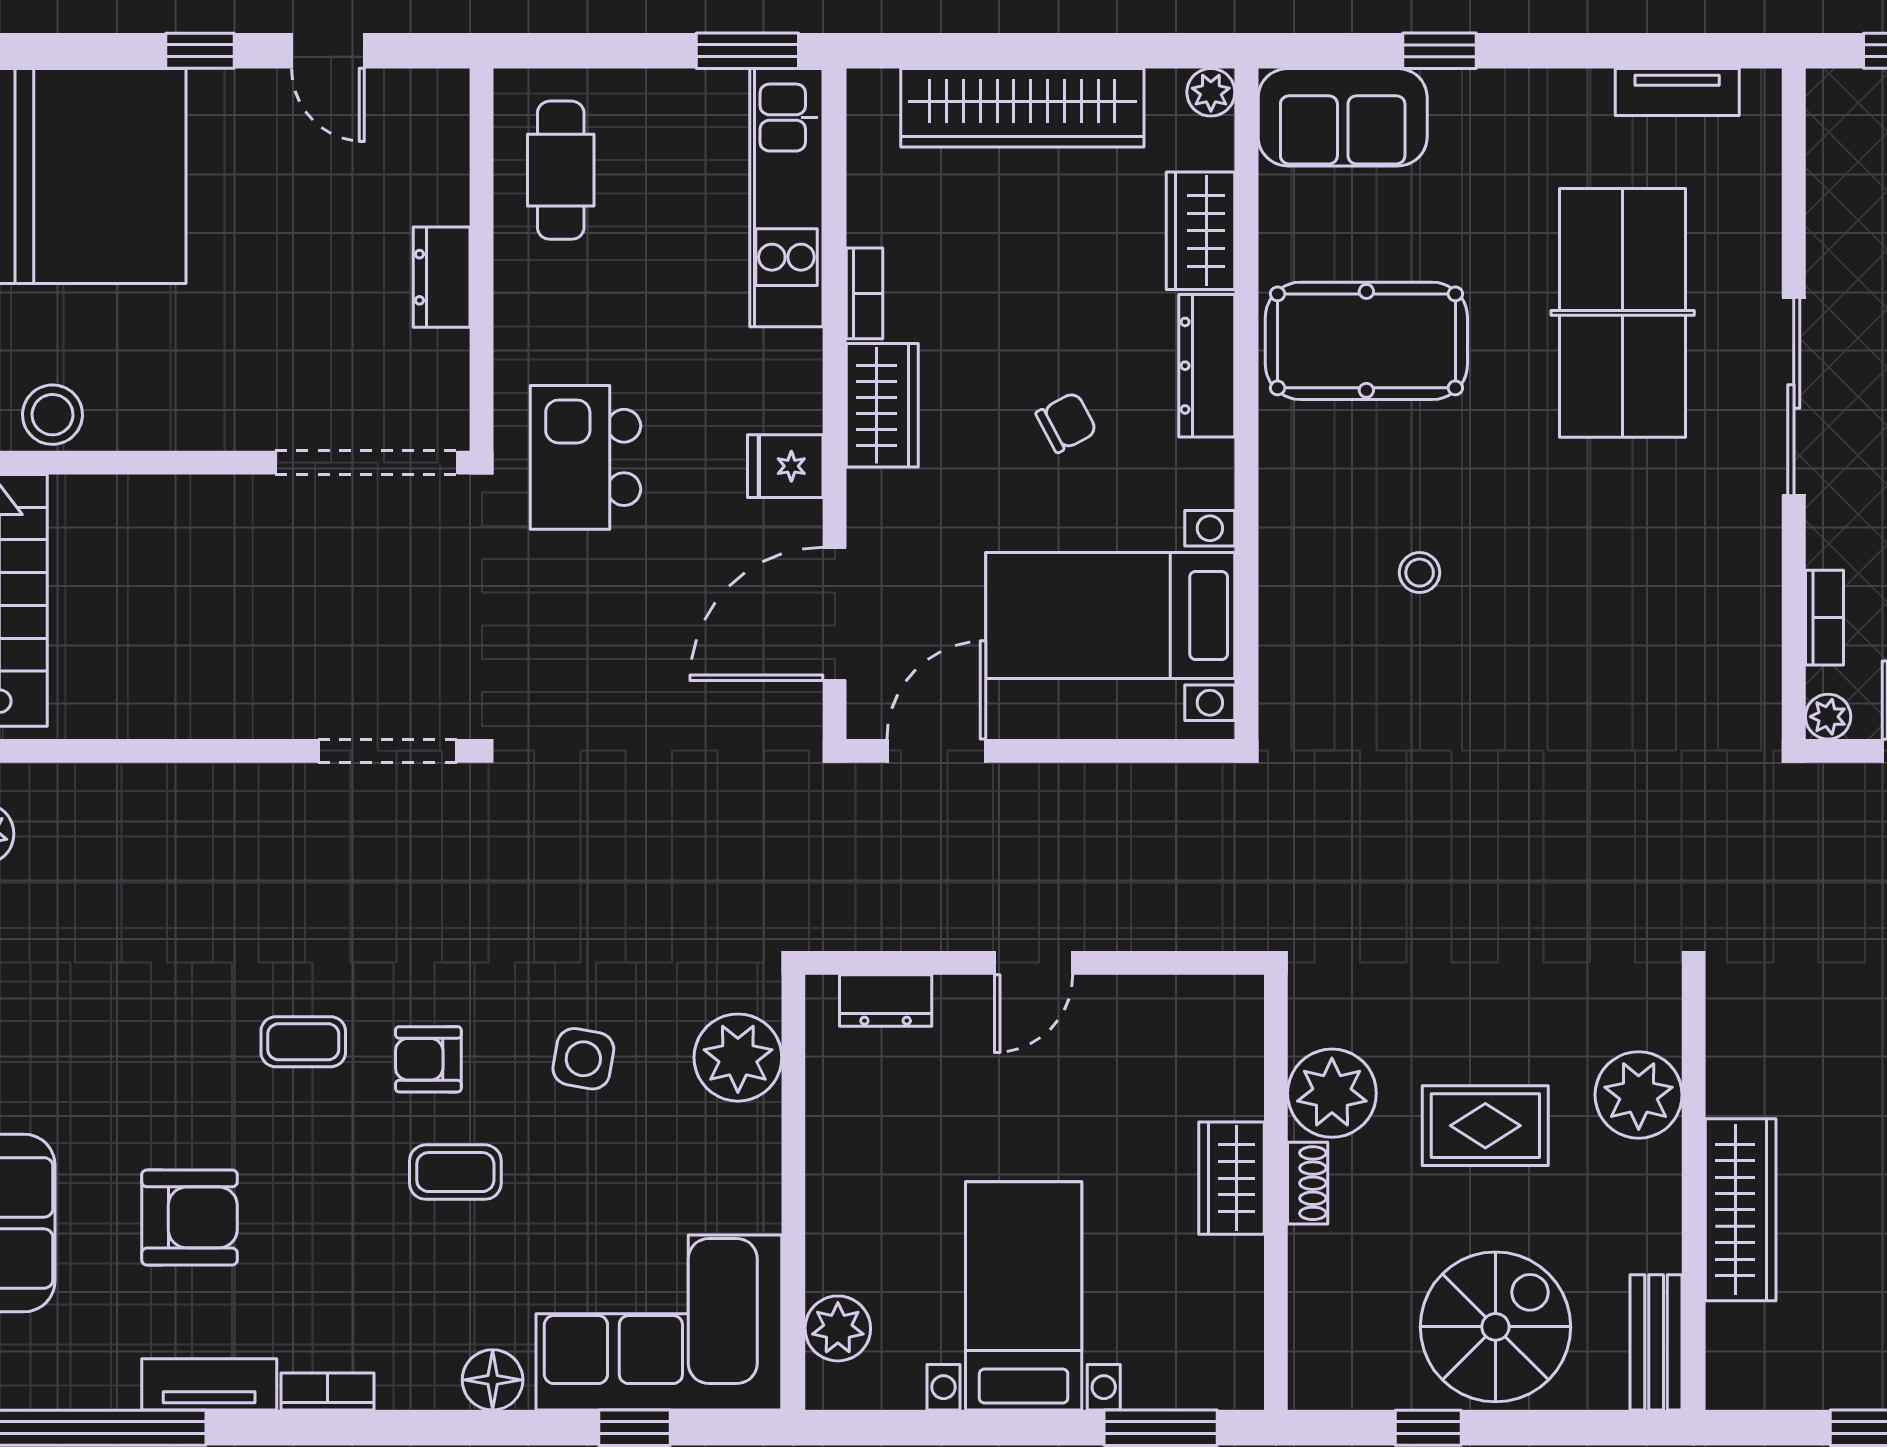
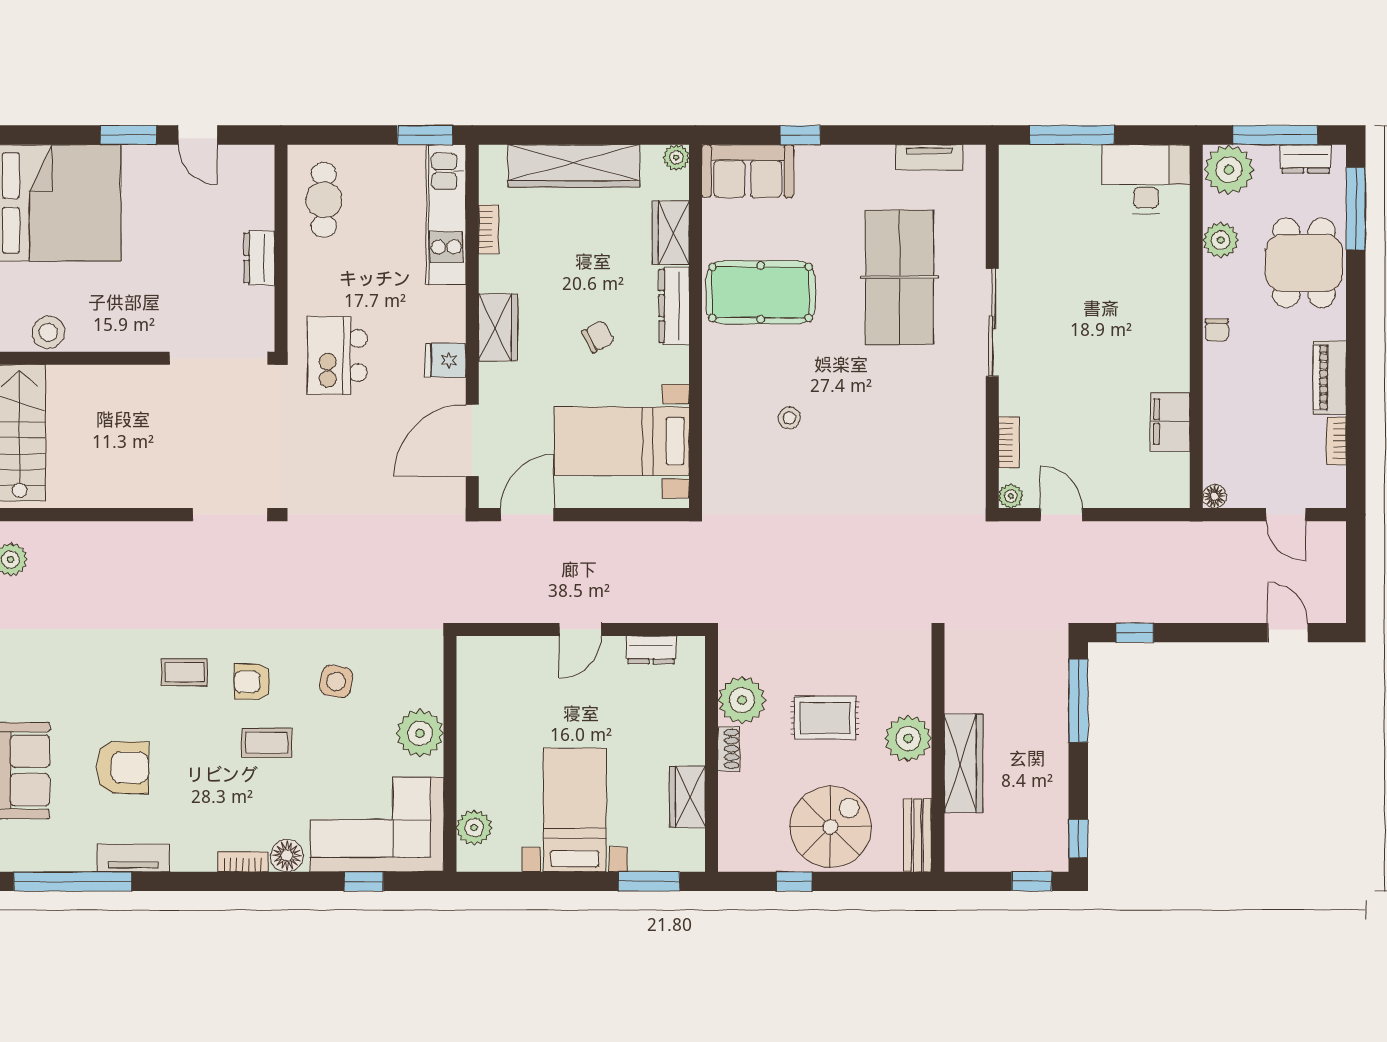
window: (200, 51) -> (128, 135), width x1.50
bookcase: (865, 293) -> (489, 229), moved
dresser: (886, 1000) -> (651, 650), moved
plant: (738, 1058) -> (420, 733), moved
plant: (1639, 1095) -> (908, 738), moved
wardrobe: (1232, 1178) -> (687, 797), moved
bookcase: (328, 1391) -> (243, 862), moved

